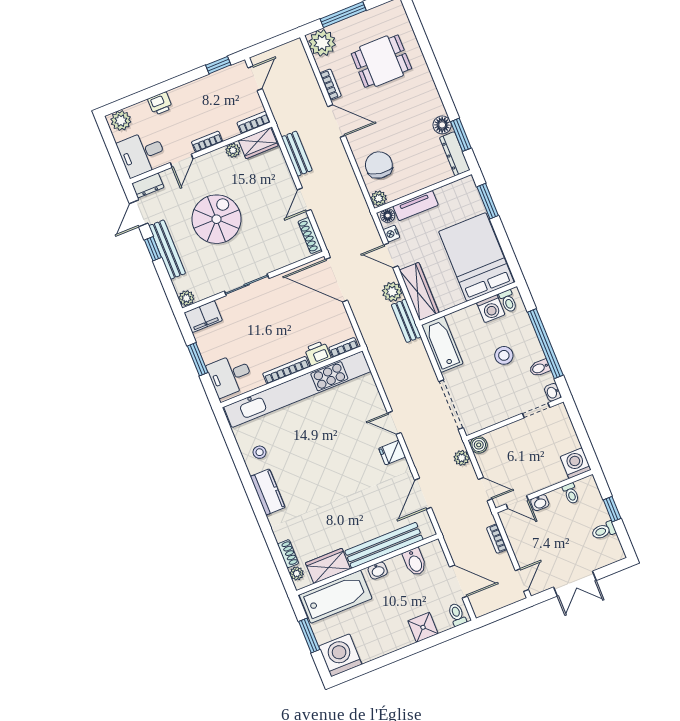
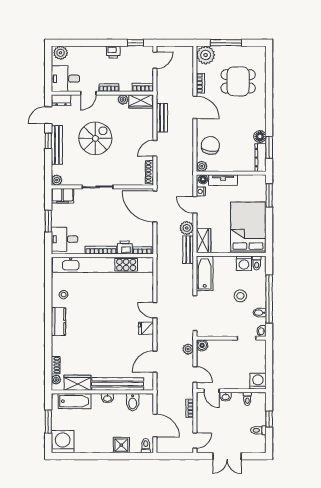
printer: (160, 103) -> (113, 52), moved
wardrobe: (419, 291) -> (204, 241), width x0.67
bathtub: (336, 597) -> (75, 401), width x0.73, depth x0.73

